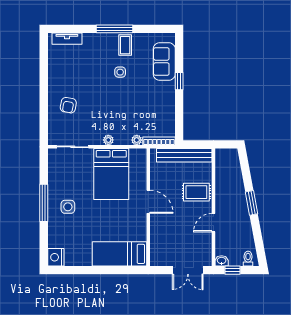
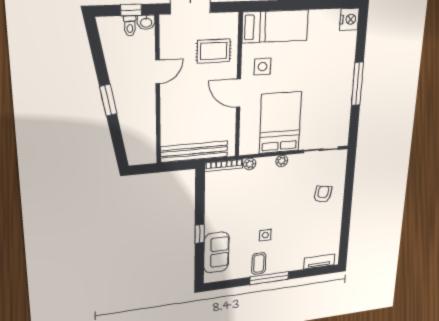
rug: (196, 192) -> (214, 51), moved
side table: (68, 207) -> (262, 67), moved
toilet: (248, 259) -> (130, 26), moved

